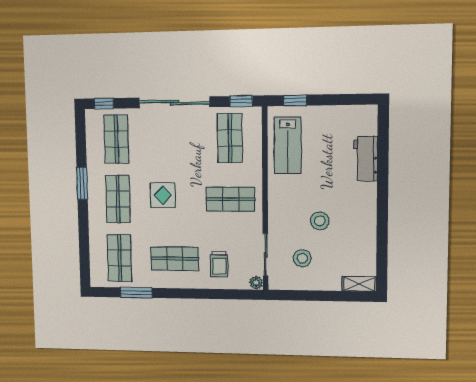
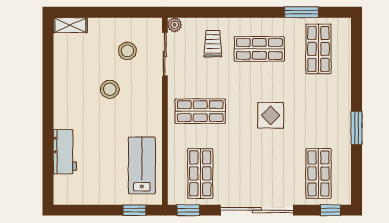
shop shelf: (118, 199) -> (318, 111), removed

